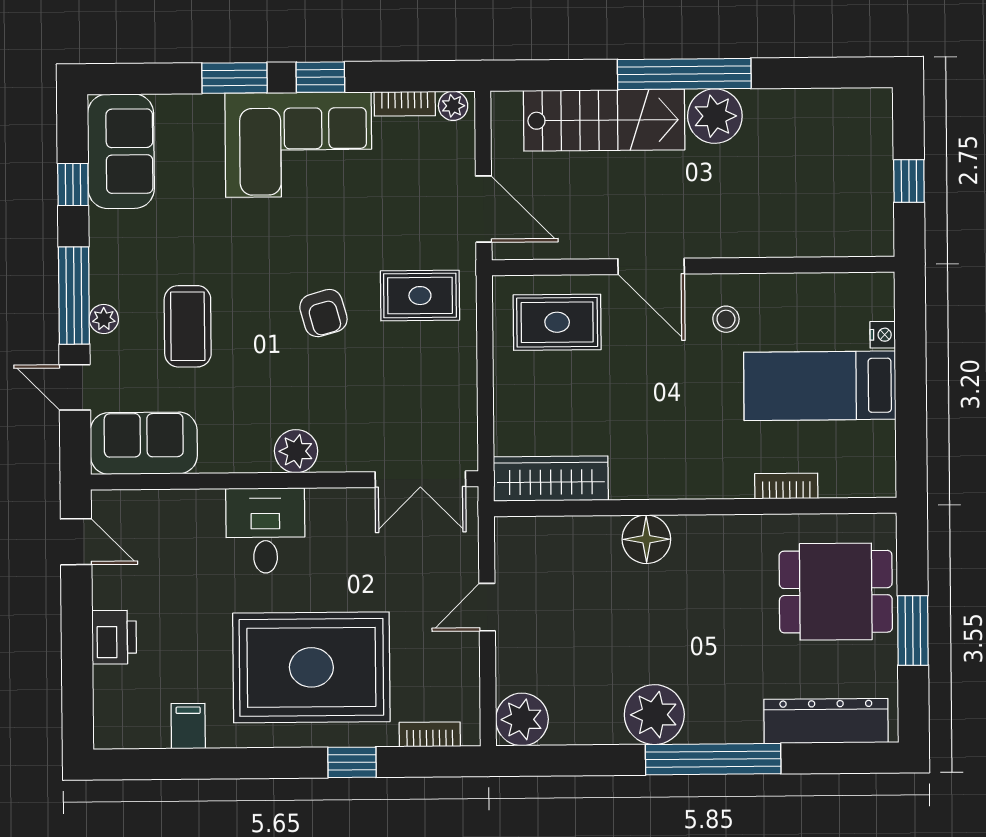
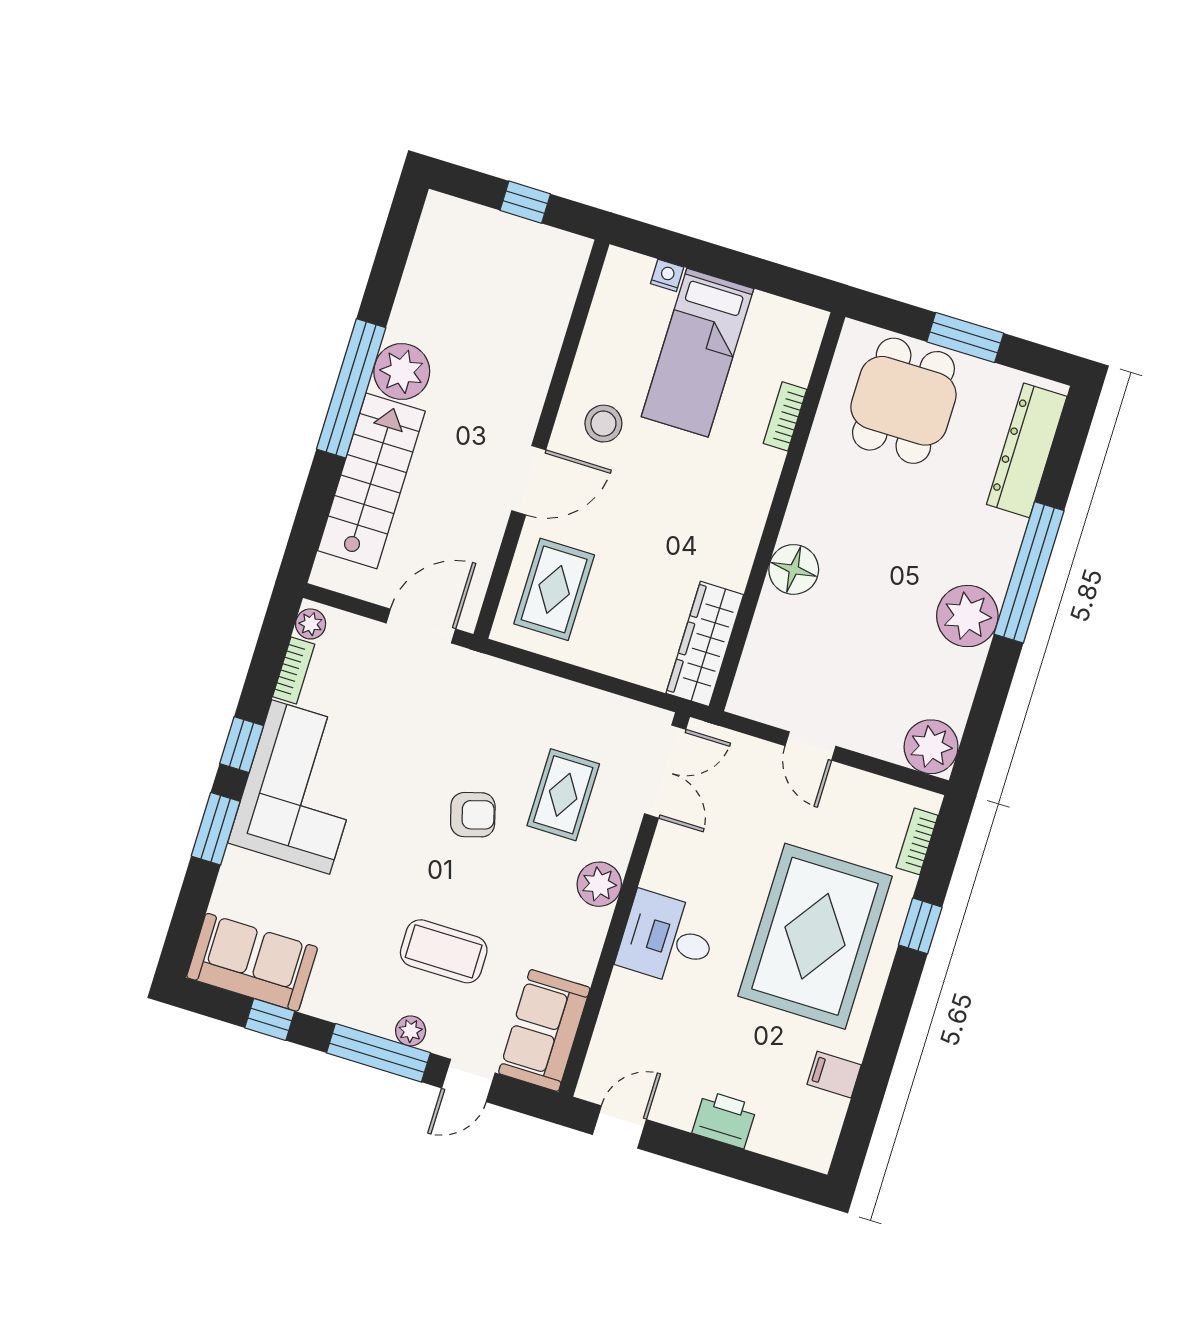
rug: (420, 296) -> (563, 795), moved
stool: (726, 319) -> (603, 424), width x1.37, depth x1.37

